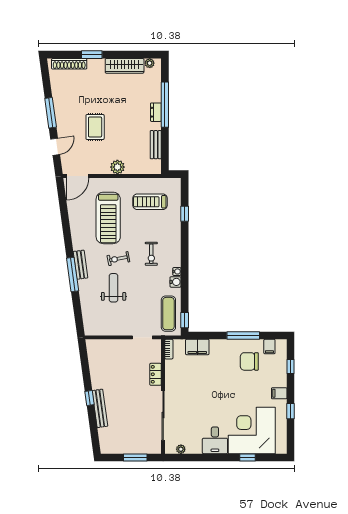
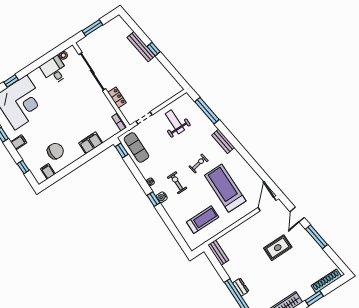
rug: (95, 127) -> (278, 248), turned 90
bench: (156, 145) -> (218, 253), moved
plant: (117, 167) -> (243, 229), removed
window: (185, 214) -> (153, 199), moved
window: (73, 275) -> (207, 111), moved
water cooler: (175, 282) -> (162, 197), moved
weight bench: (114, 288) -> (175, 122), moved, turned 180
window: (243, 336) -> (72, 167), removed
filing cabinet: (197, 347) -> (91, 143), moved
desk: (215, 440) -> (54, 70), moved

